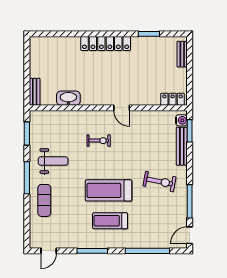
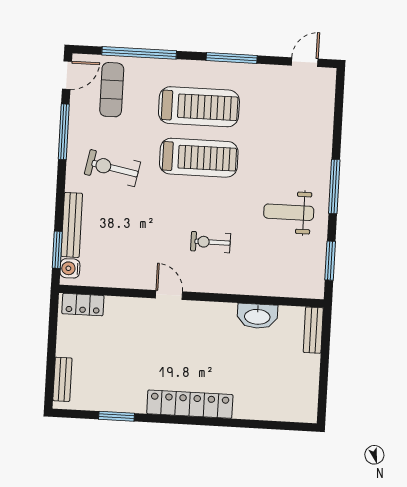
exercise mat: (44, 200) -> (112, 90), moved
treadmill: (110, 221) -> (199, 107), width x1.37, depth x1.38

